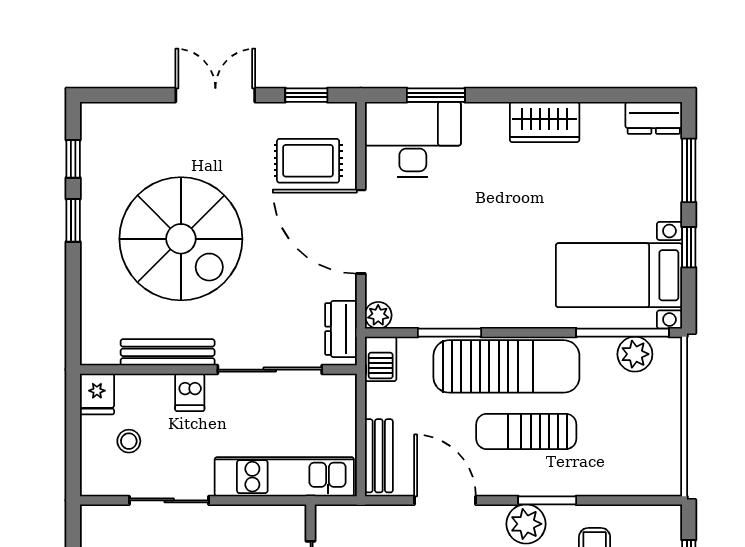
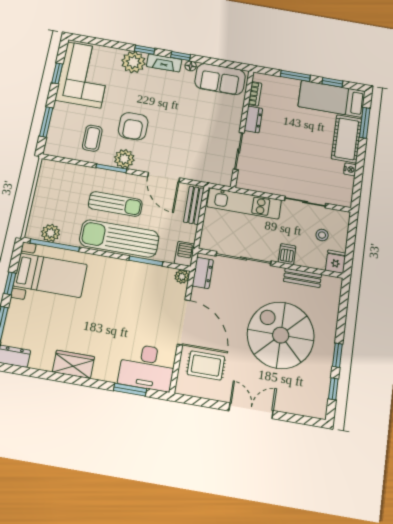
double door: (215, 95) -> (251, 411), swing flipped
window: (306, 95) -> (201, 402), removed
bench: (168, 352) -> (302, 278), width x0.73

